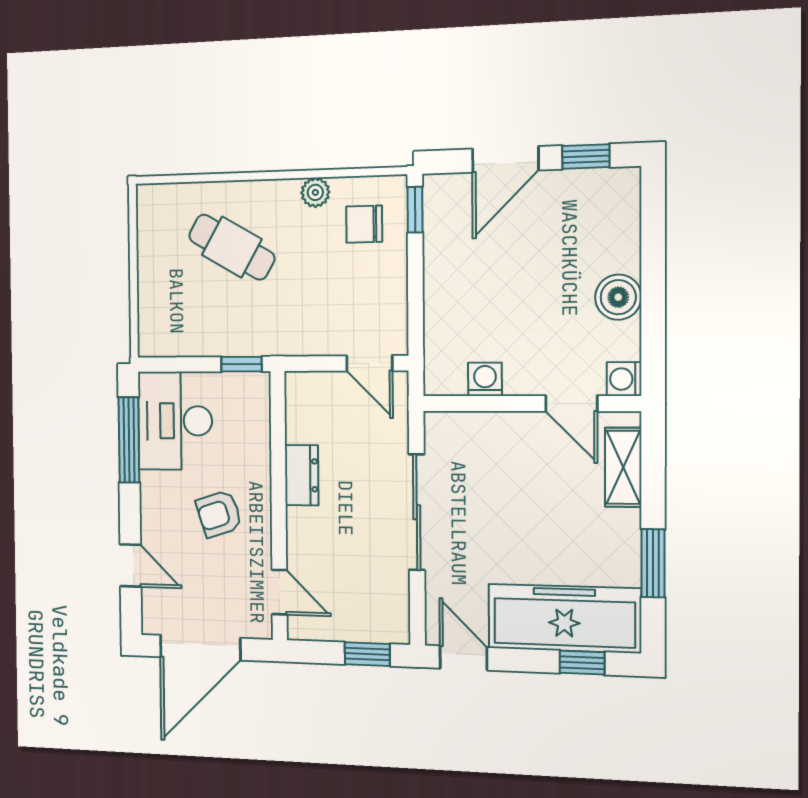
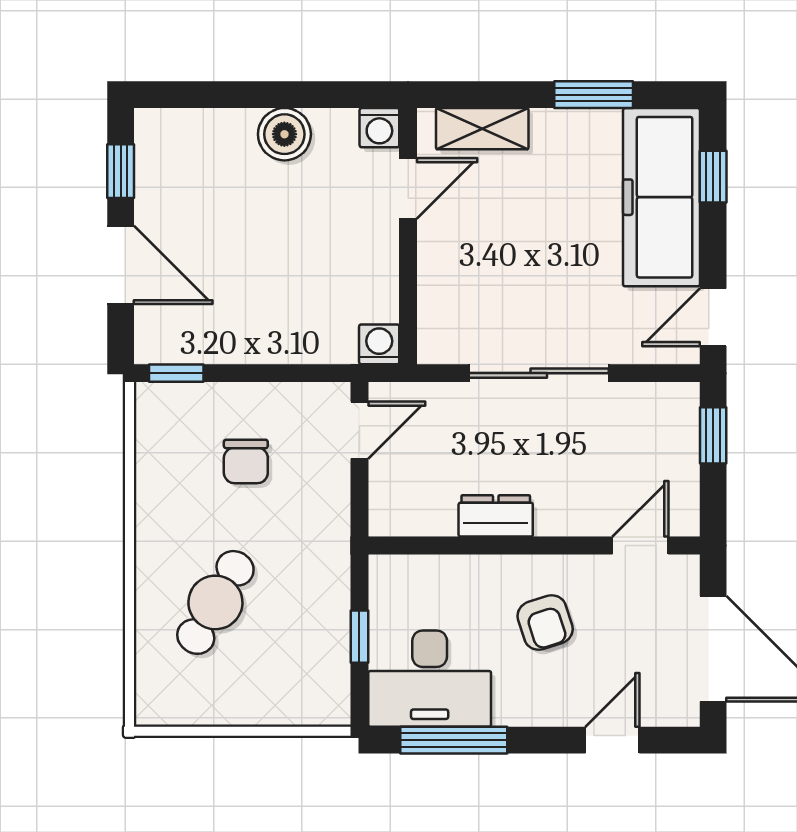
plant: (315, 192) -> (152, 496), removed
chair: (364, 224) -> (246, 461), moved
window: (241, 364) -> (359, 637), moved
washing machine: (485, 379) -> (379, 344), moved, turned 90

